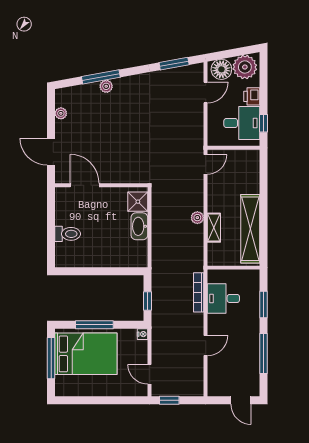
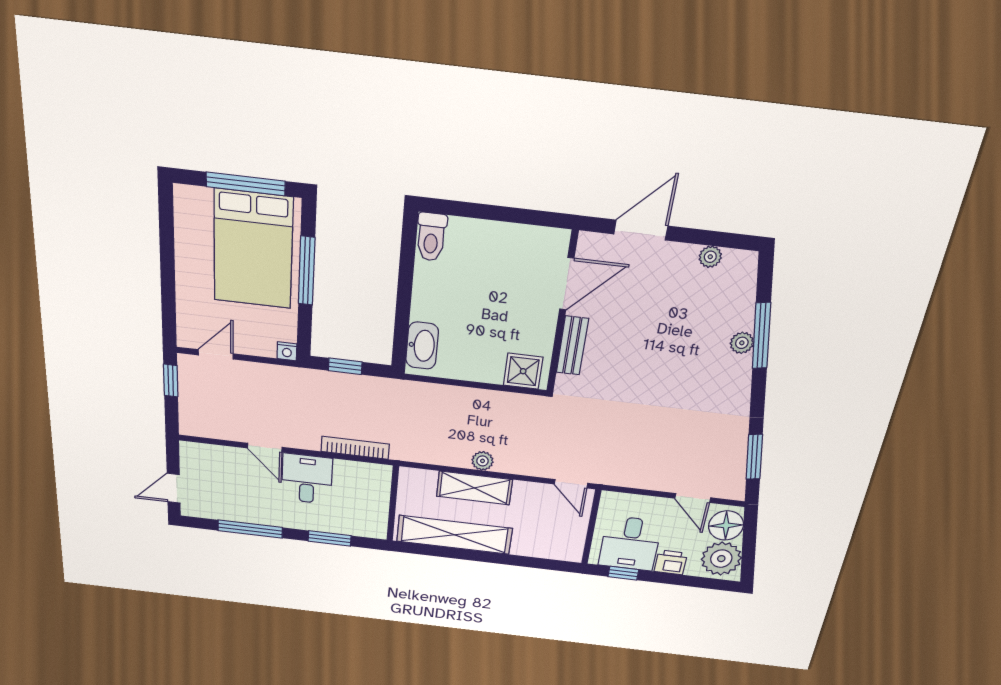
bench: (119, 177) -> (572, 346), added
washbasin: (139, 226) -> (422, 346), moved, turned 90
shelving: (214, 228) -> (474, 488), width x1.50, depth x1.33
toilet: (68, 234) -> (431, 237), moved
desk: (223, 298) -> (307, 479), moved

